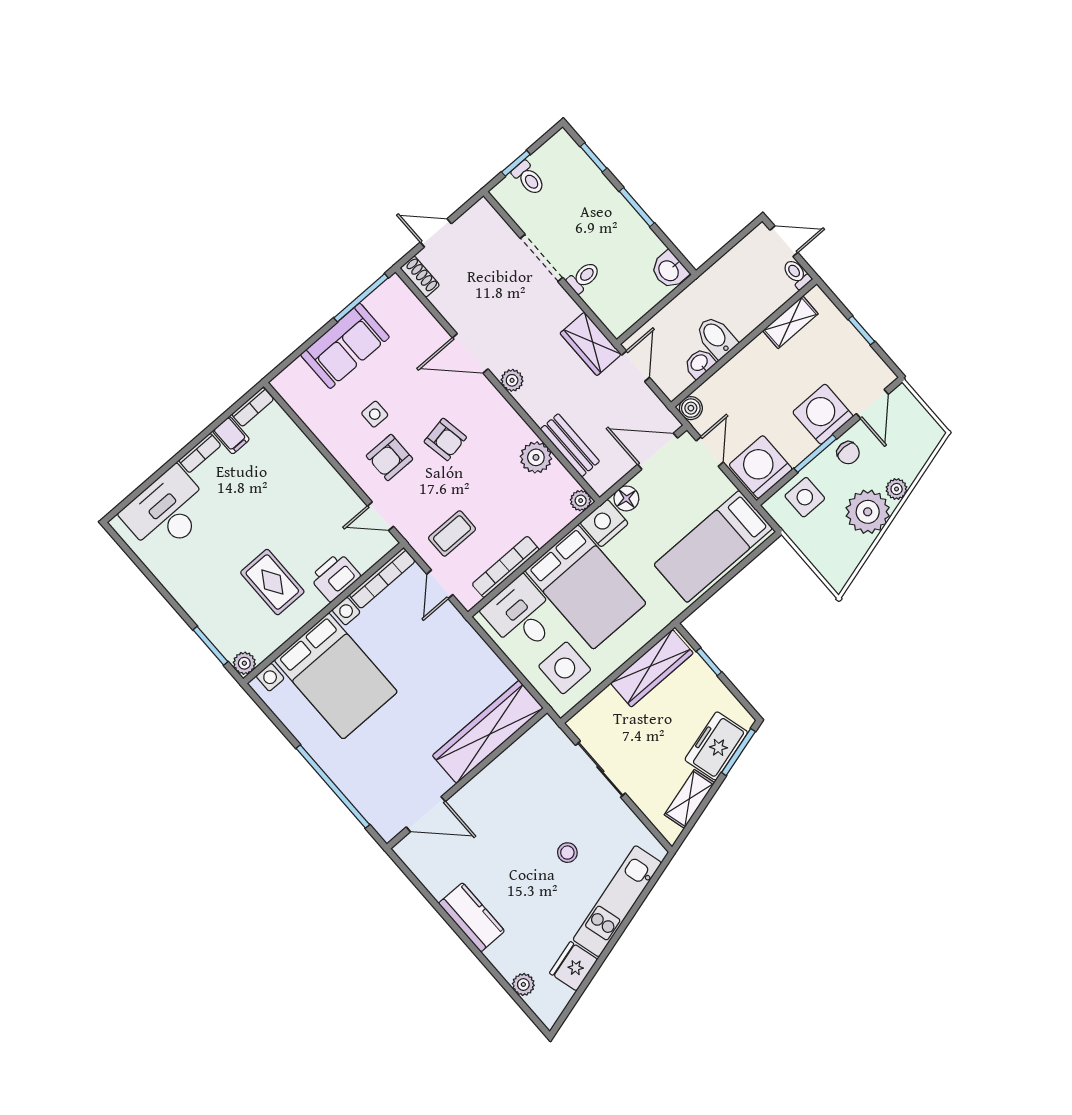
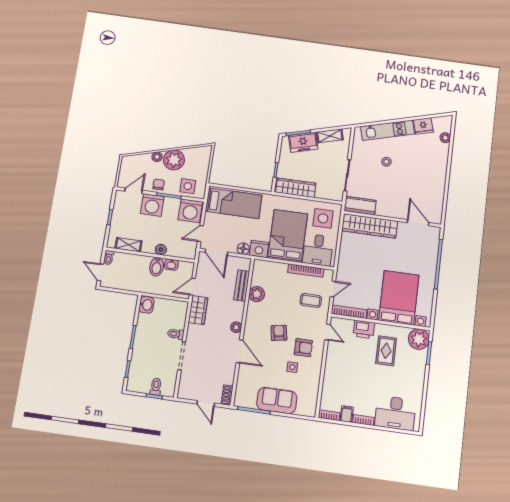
boiler: (691, 408) -> (161, 250), moved
plant: (581, 501) -> (258, 264), removed
plant: (244, 663) -> (419, 339), width x1.87, depth x1.87
kitchen counter: (472, 917) -> (360, 206), moved, turned 90

